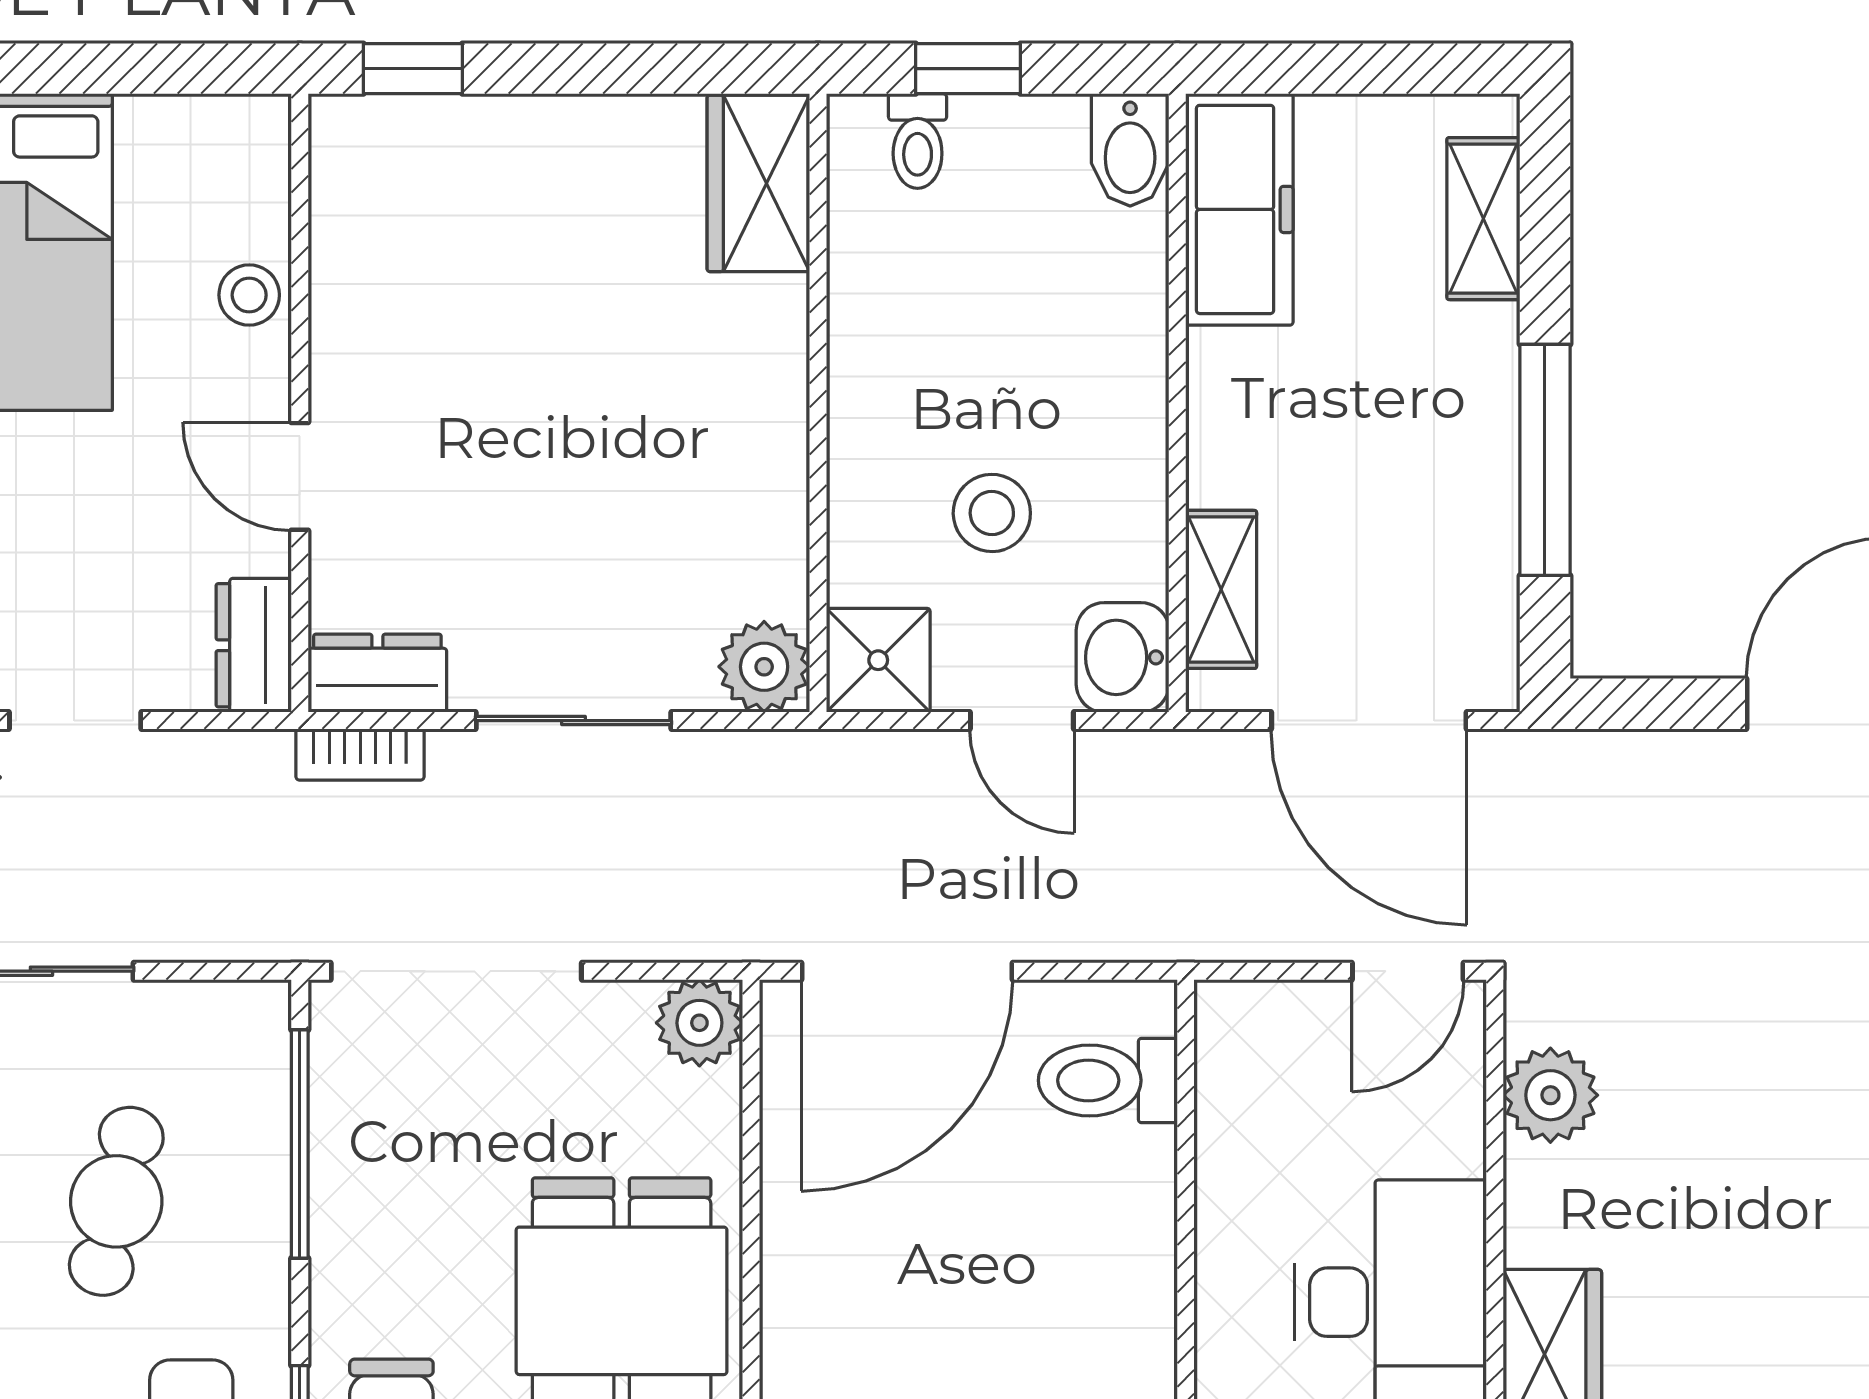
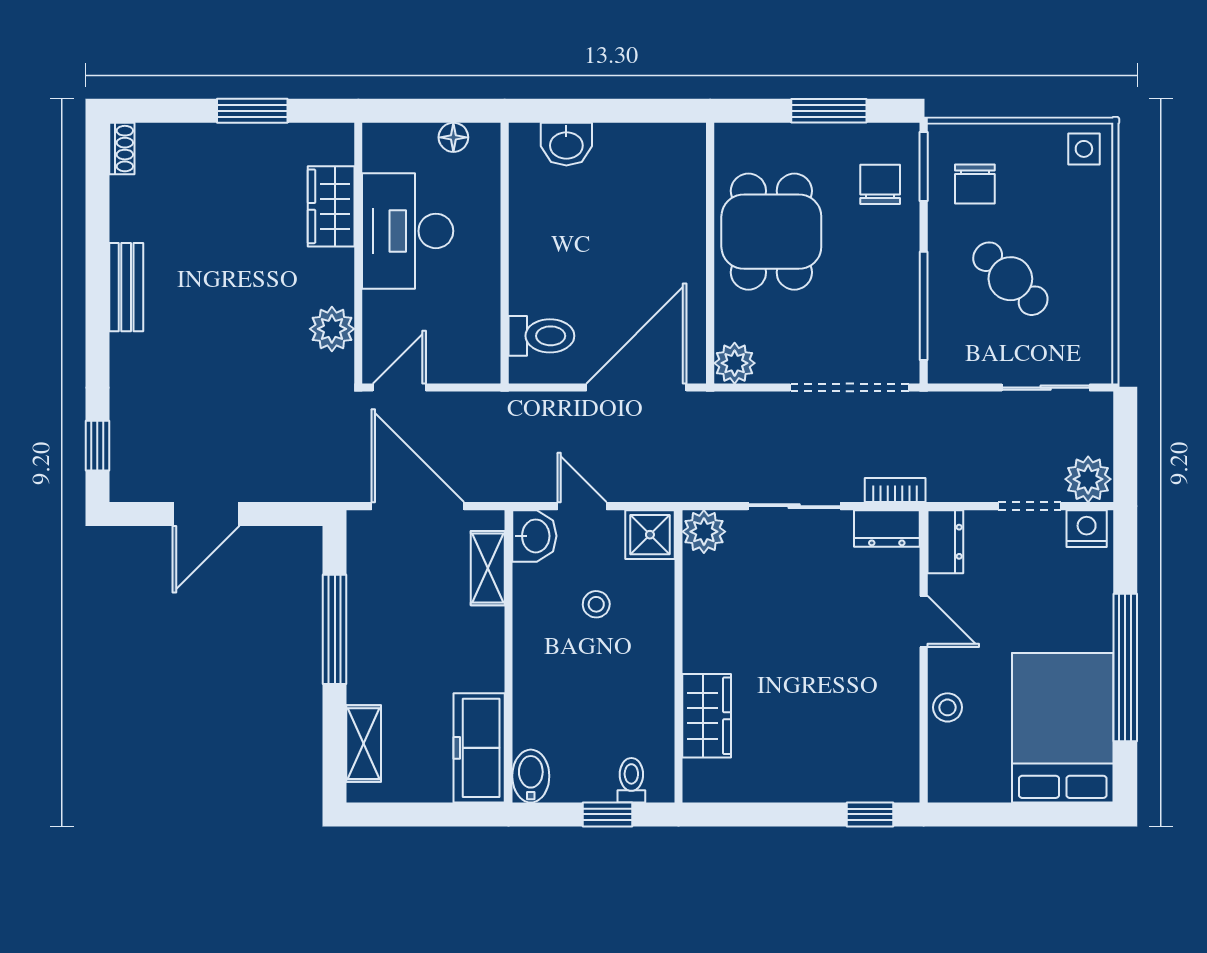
wardrobe: (758, 183) -> (707, 716), moved
stool: (992, 513) -> (596, 604), width x0.73, depth x0.73
cafe table: (116, 1201) -> (1010, 279), turned -59

